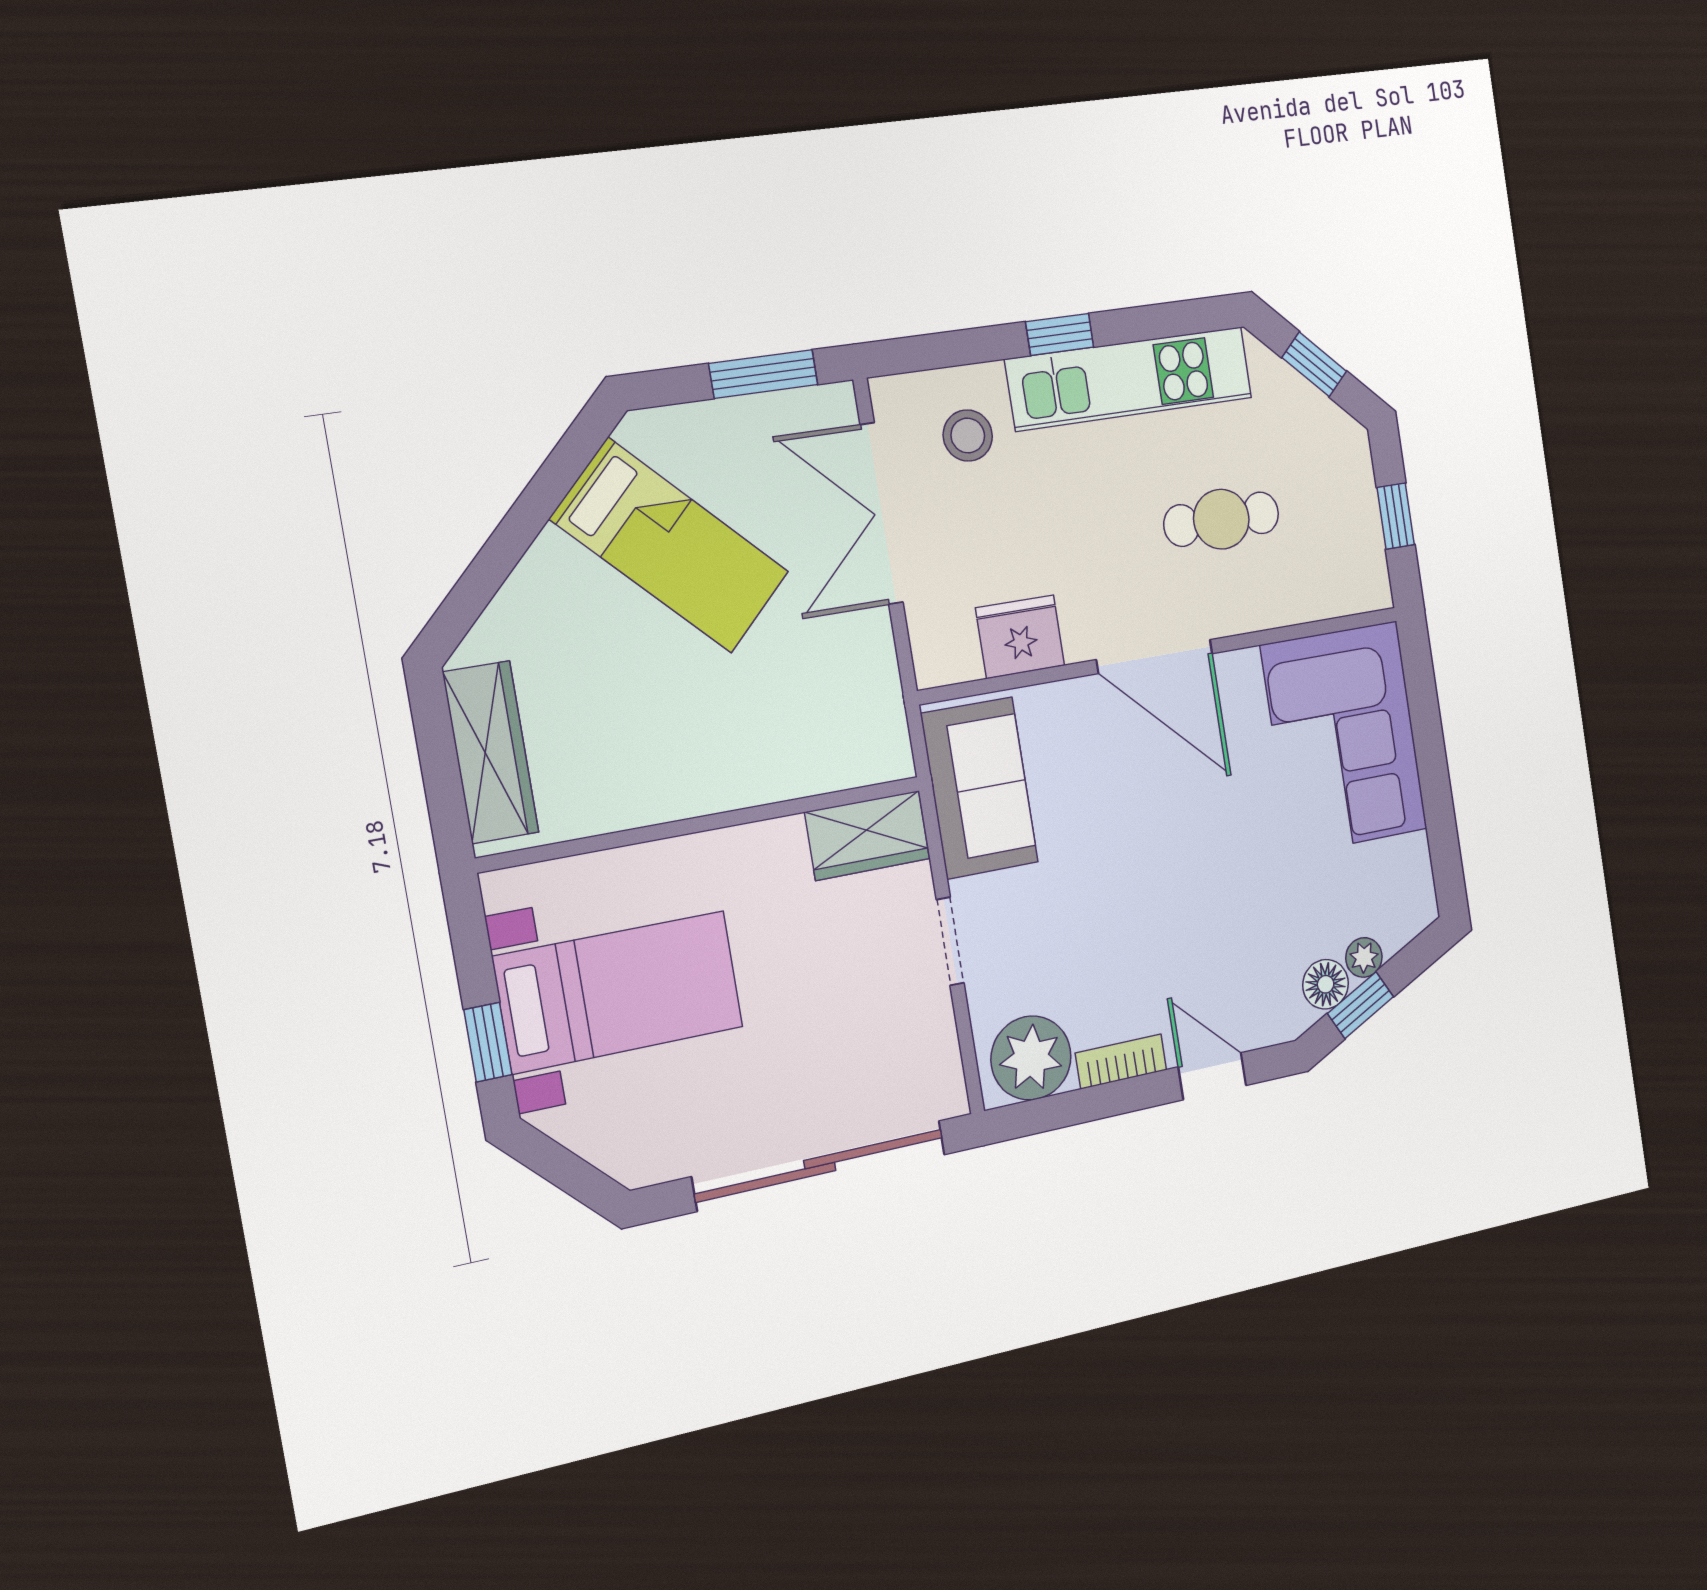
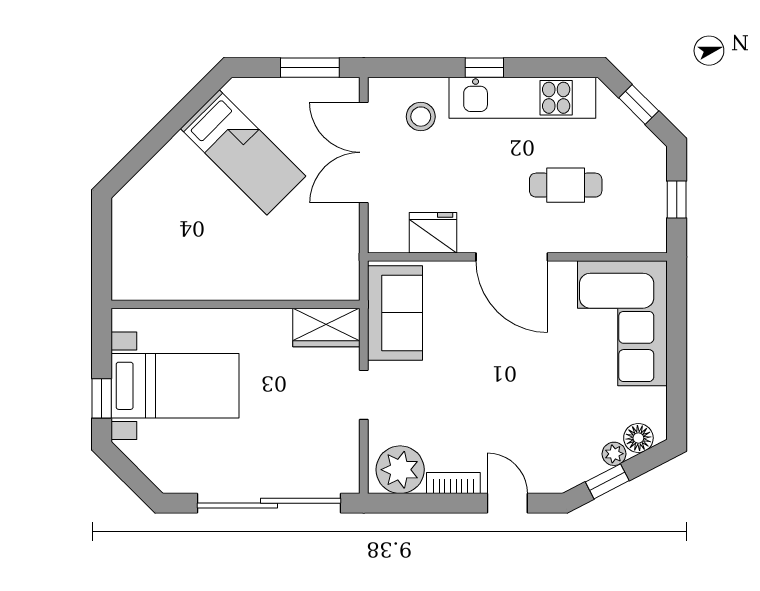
wardrobe: (491, 752) -> (129, 246), removed
floor lamp: (1326, 984) -> (638, 438), moved

